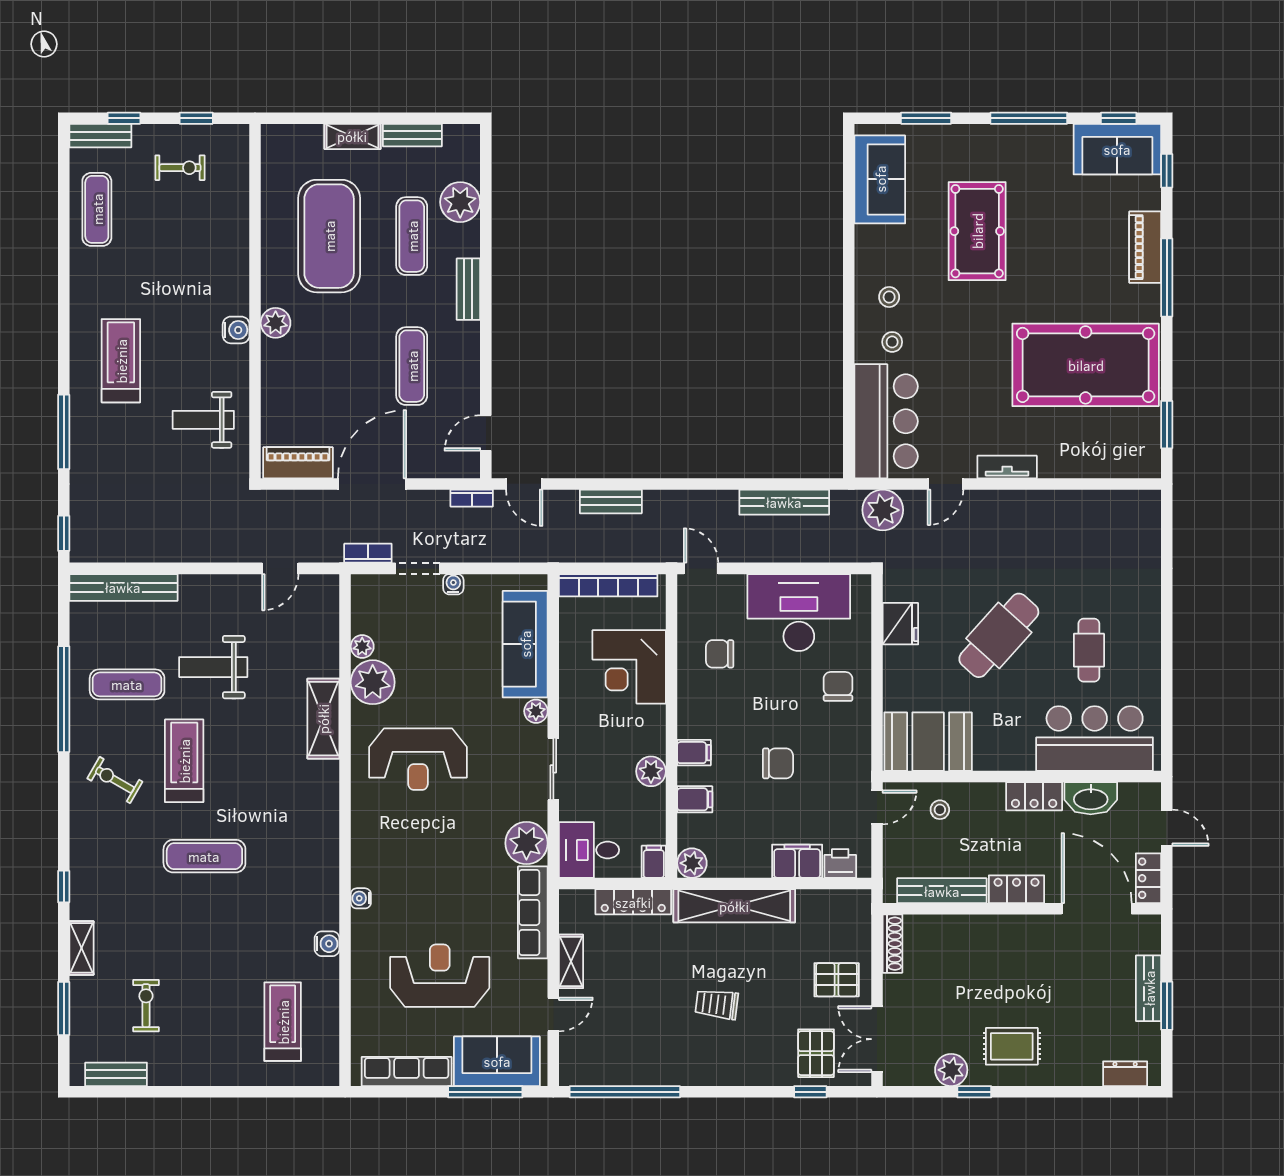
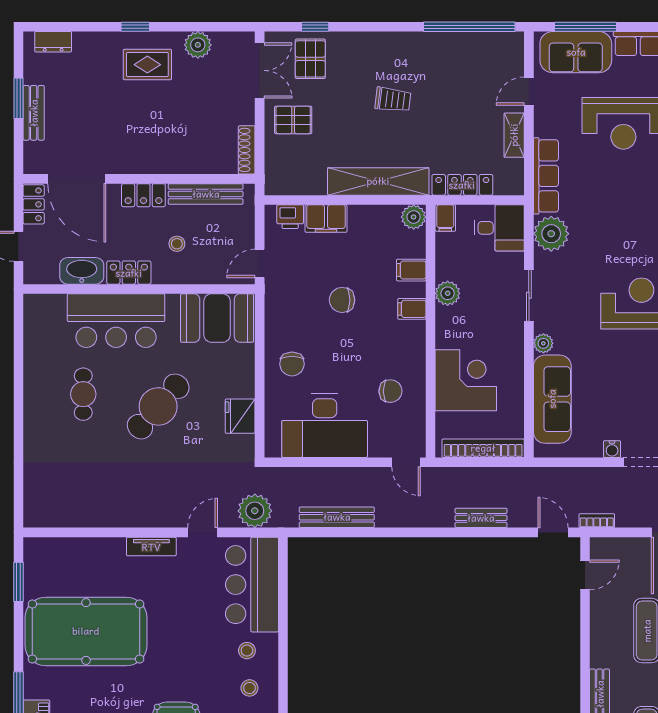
bar counter: (1095, 739) -> (116, 321), moved
stool: (940, 810) -> (177, 244), moved
window: (974, 1092) -> (135, 27), moved

